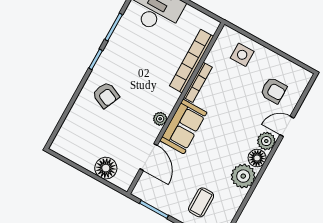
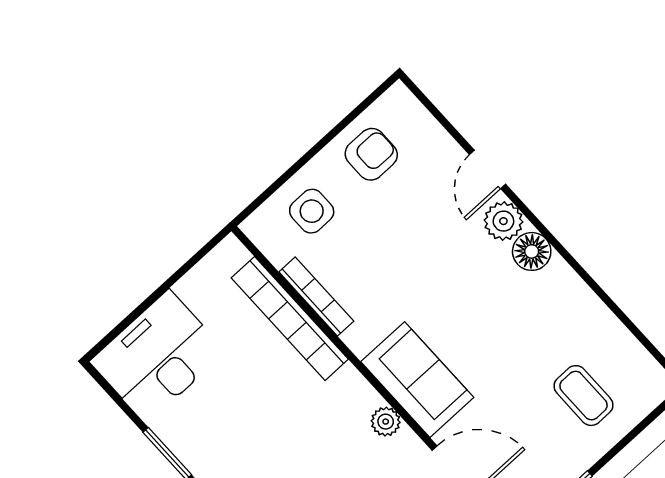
bookcase: (198, 82) -> (316, 297), moved
armchair: (274, 91) -> (371, 154), moved
plant: (243, 176) -> (559, 292), removed

